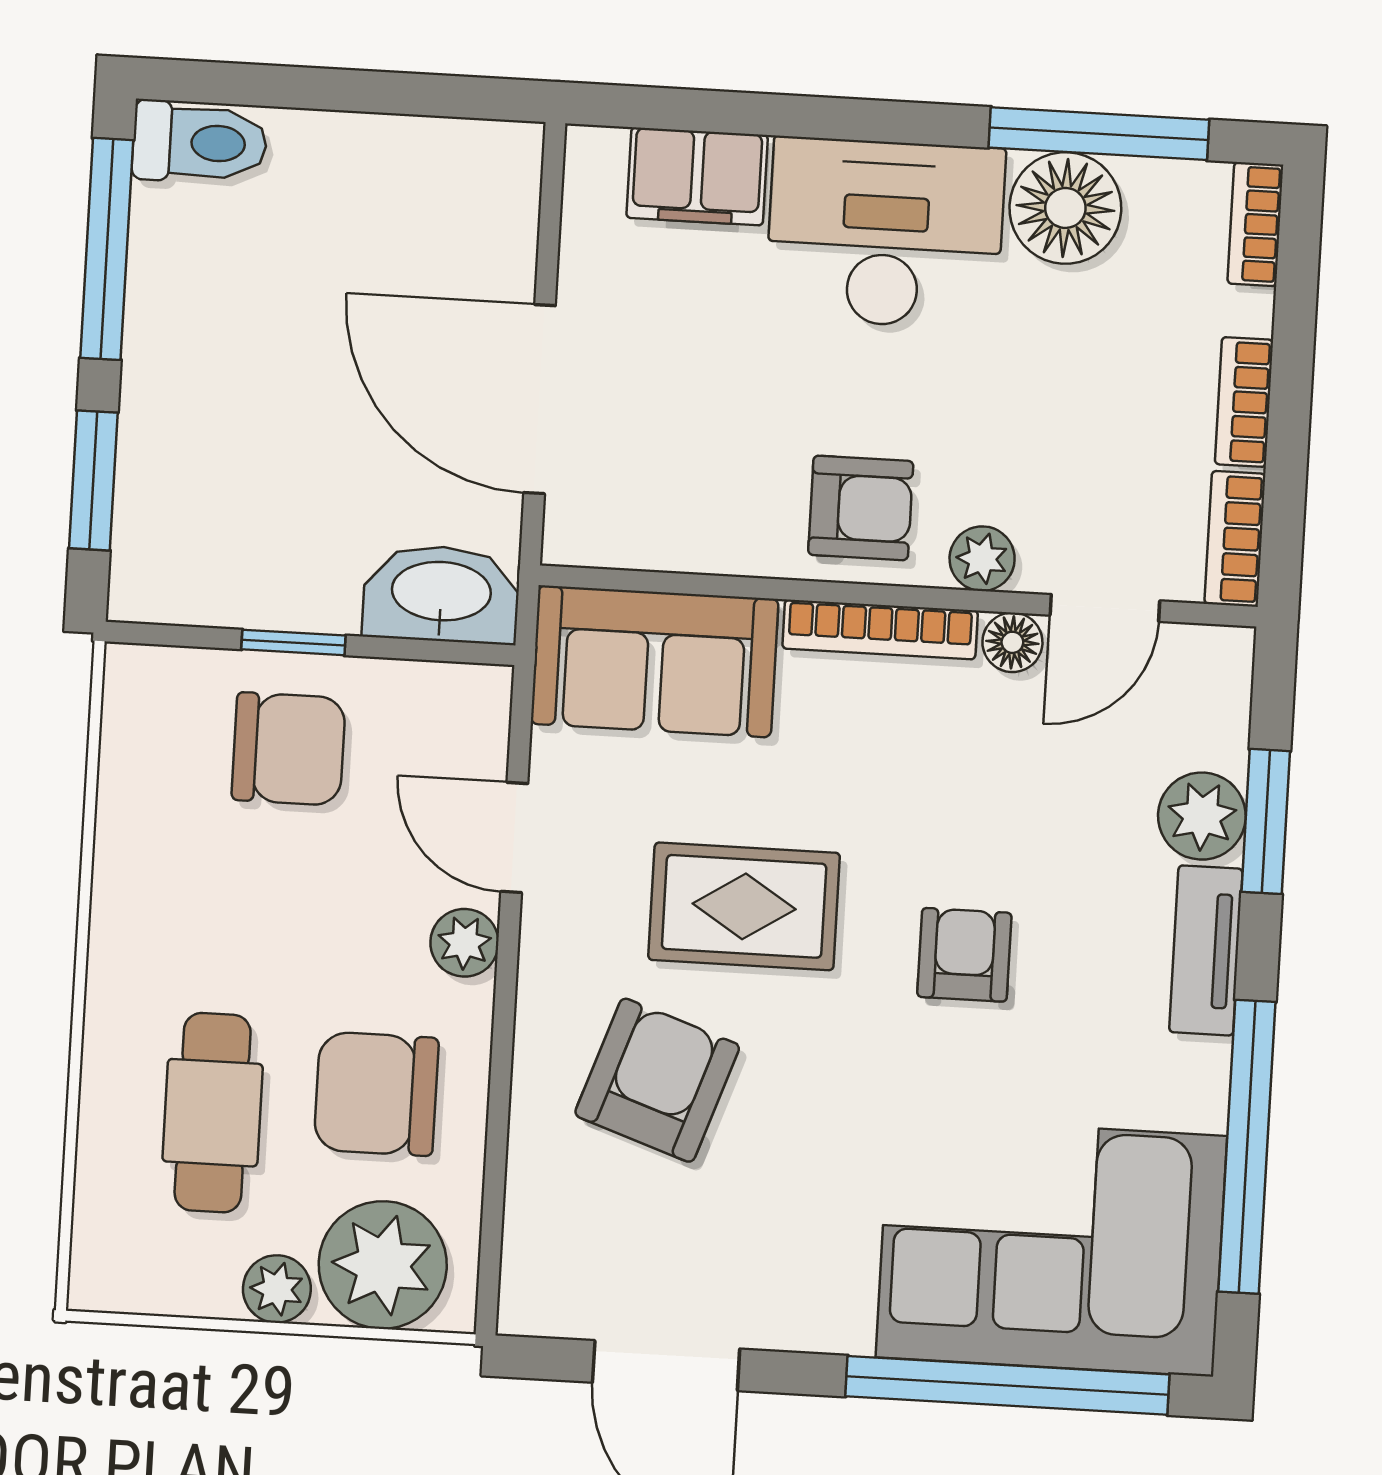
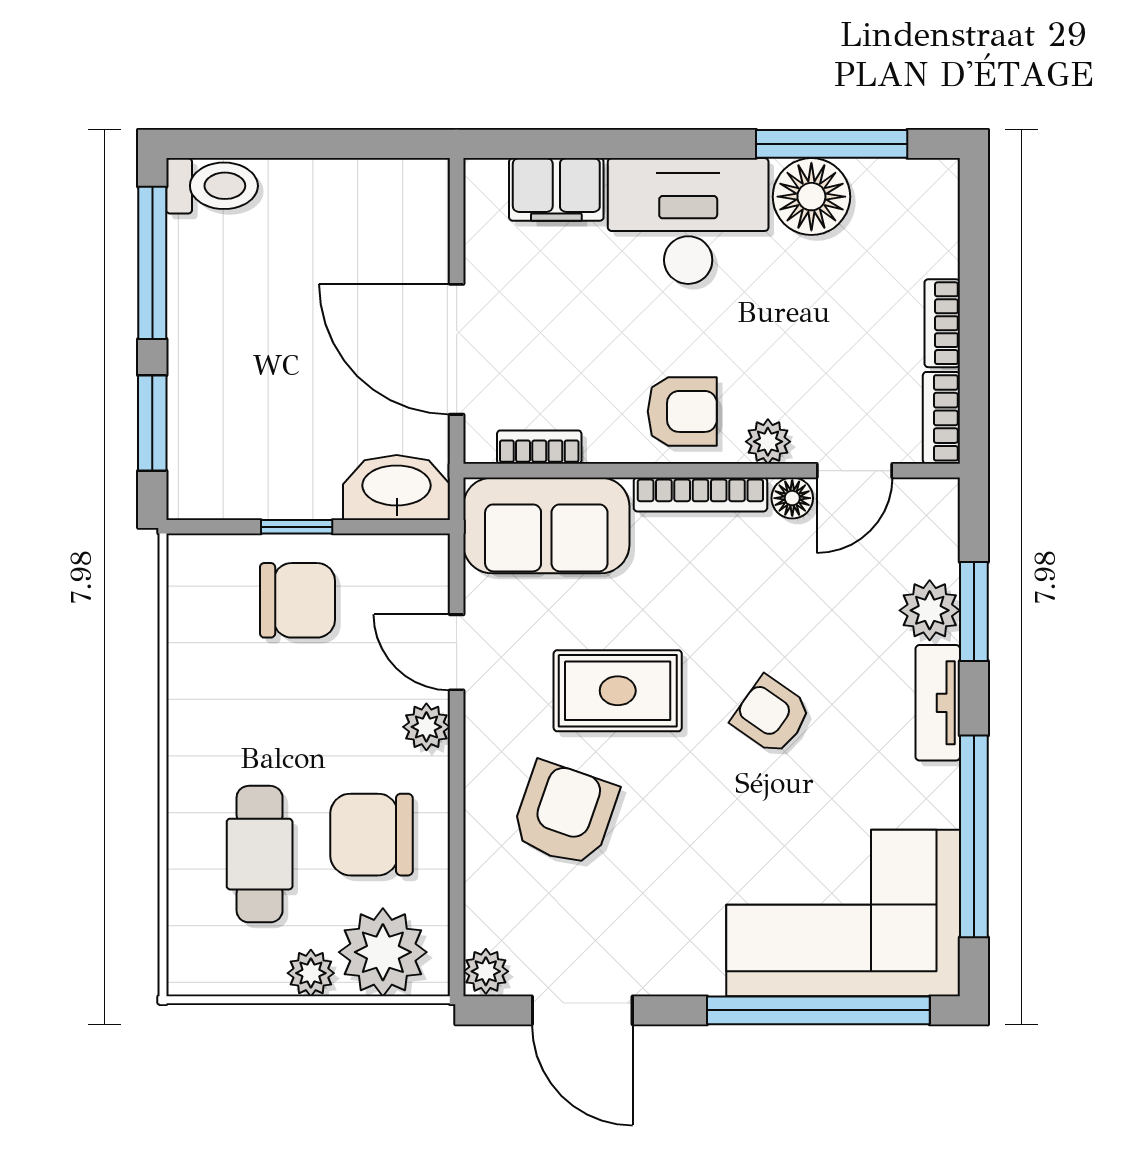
bookcase: (1255, 224) -> (539, 447), moved, turned 90
armchair: (964, 955) -> (771, 715), turned -55
plant: (530, 1301) -> (486, 971), added

